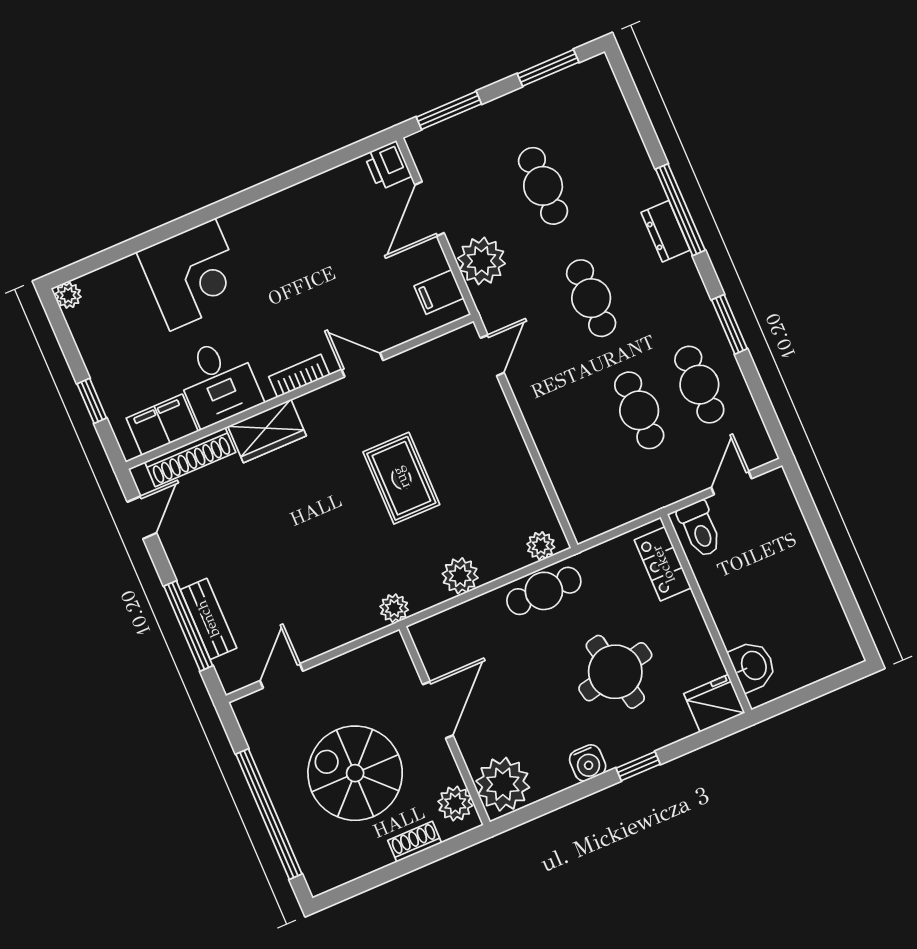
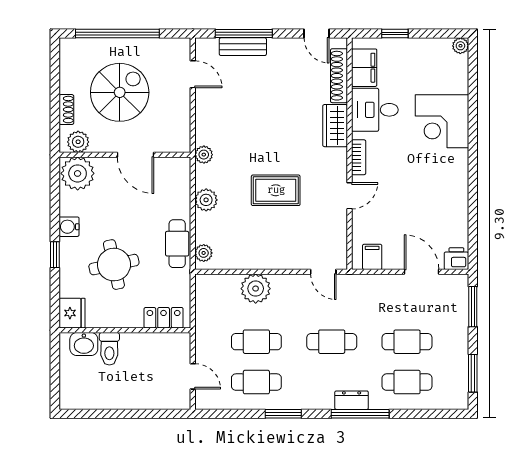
cafe table: (603, 160) -> (407, 382), added
plant: (481, 261) -> (256, 289), moved
toilet: (700, 529) -> (109, 349), moved, turned -90

